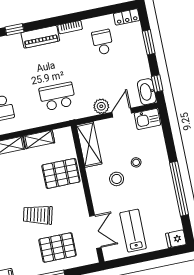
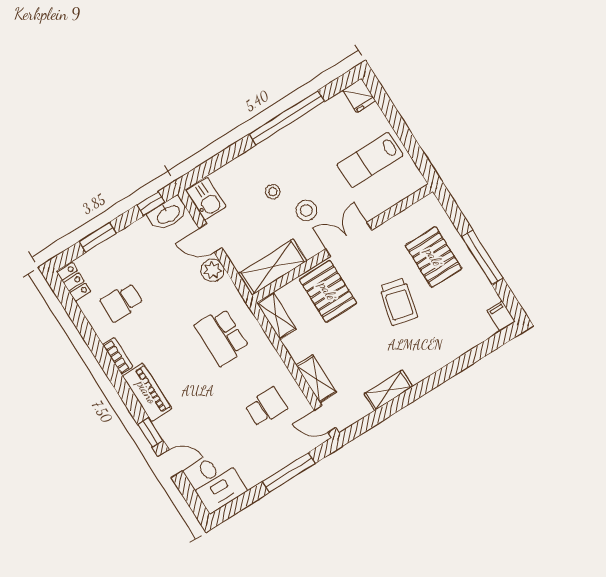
shelving: (39, 139) -> (276, 316), moved
double door: (95, 232) -> (349, 239), moved

